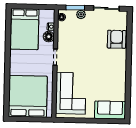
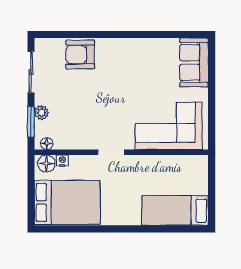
floor lamp: (49, 37) -> (46, 163), moved
bed: (28, 96) -> (175, 211), width x0.49

